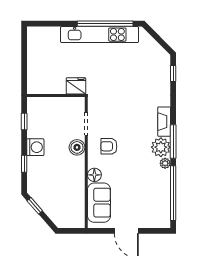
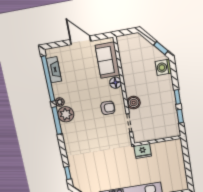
fireplace: (164, 122) -> (54, 70), moved
washing machine: (35, 147) -> (163, 67), moved
window: (24, 164) -> (177, 97), moved

